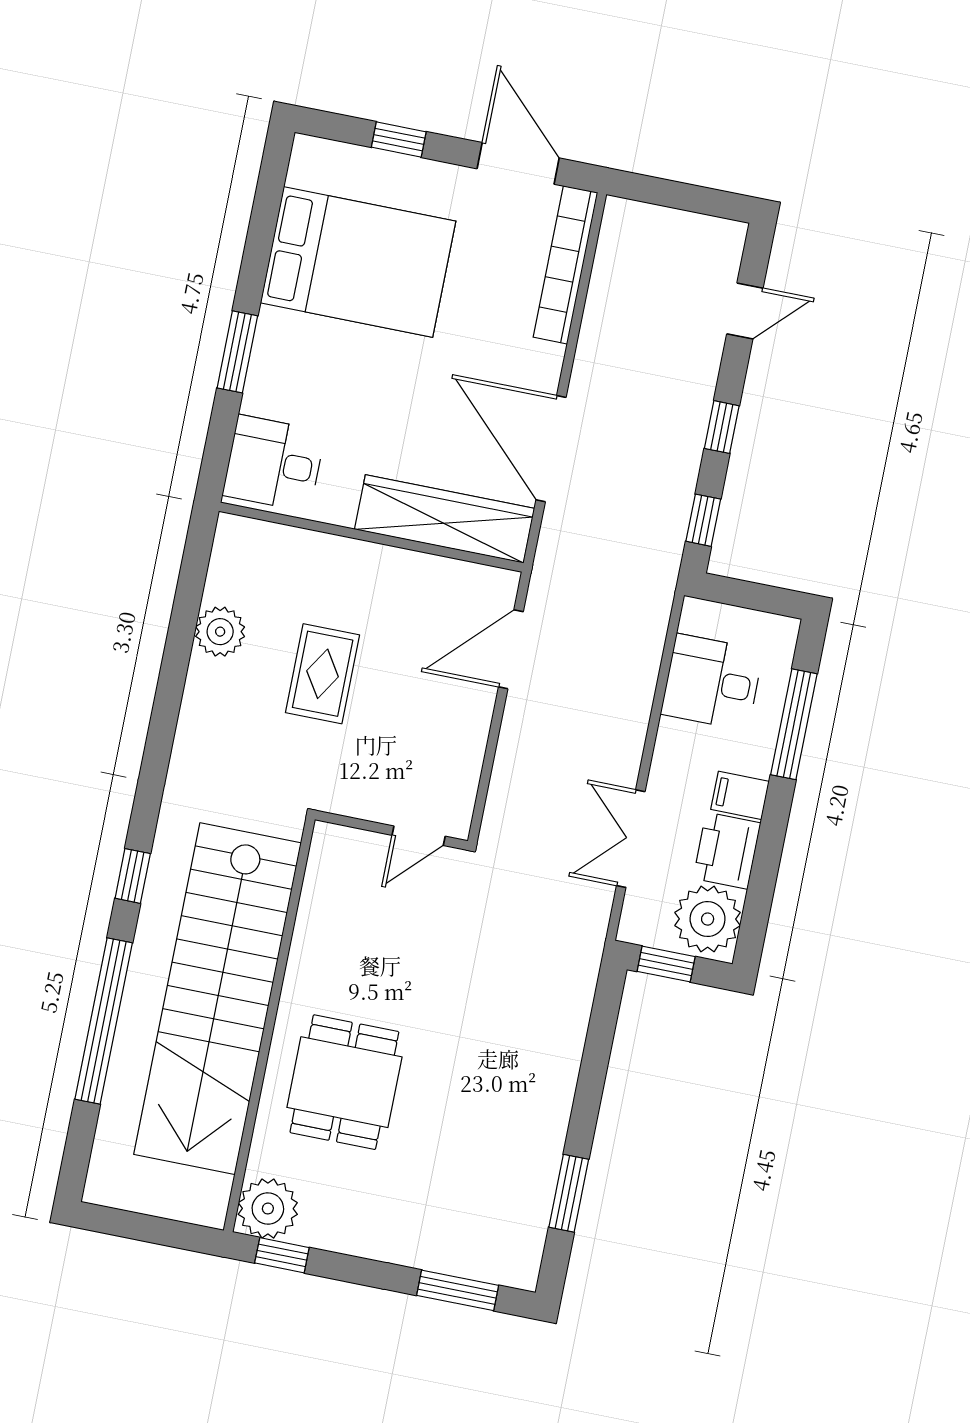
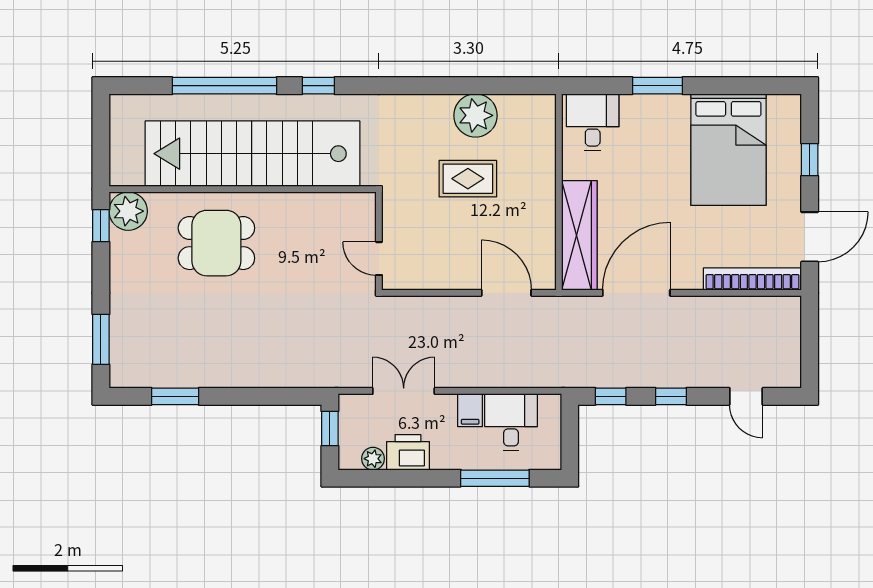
plant: (220, 632) -> (476, 115), width x1.36, depth x1.36
filing cabinet: (740, 795) -> (470, 410), moved, turned 180
plant: (708, 919) -> (373, 459), width x0.53, depth x0.53

